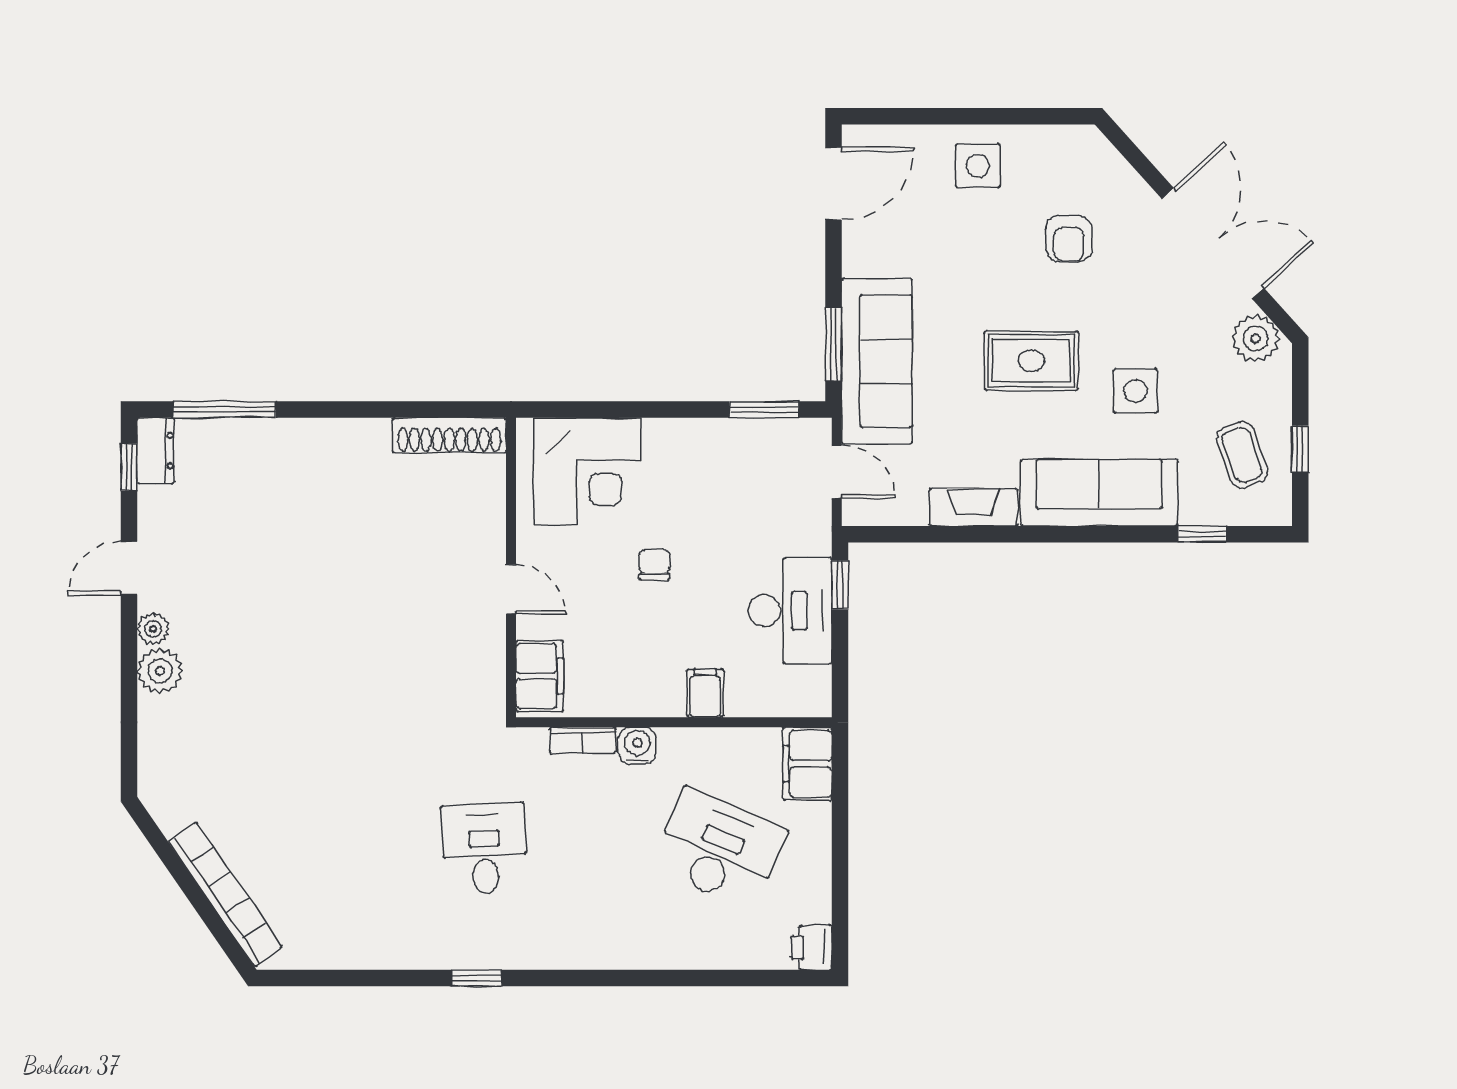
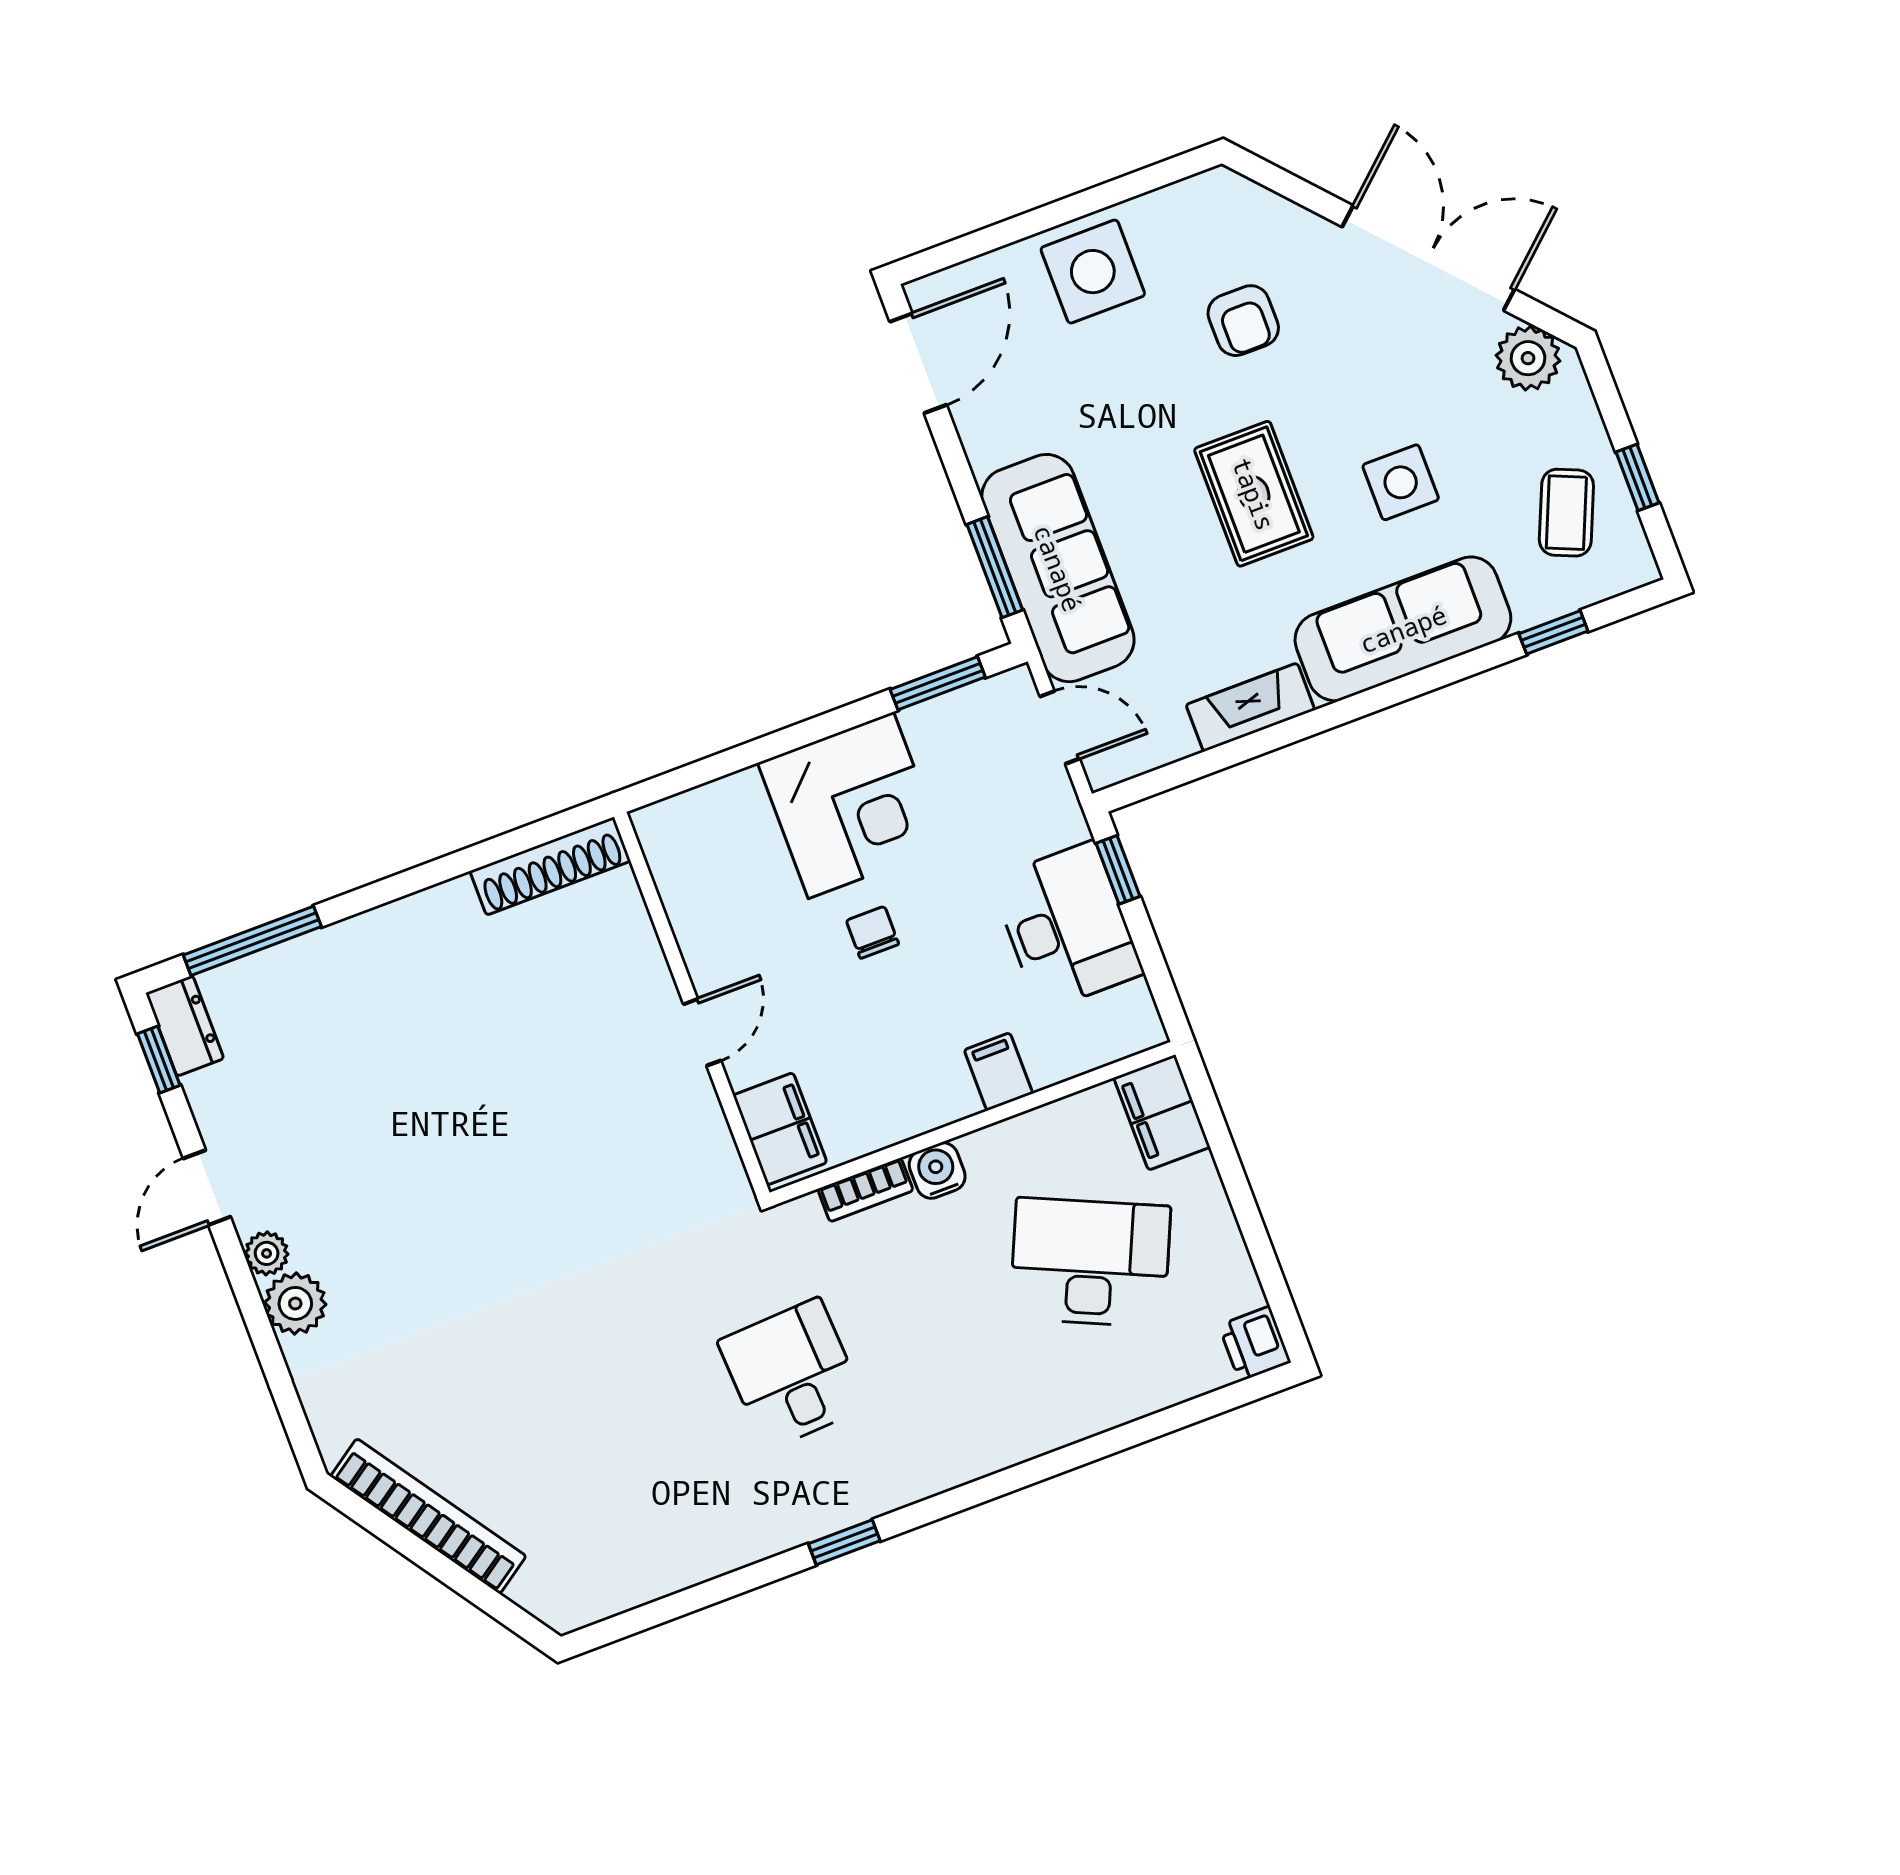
side table: (978, 166) -> (1093, 272), width x1.37, depth x1.37
rug: (1031, 361) -> (1254, 494), turned 90
coffee table: (1242, 455) -> (1566, 513), turned 43
corner desk: (587, 471) -> (851, 805), moved
door: (511, 589) -> (702, 1032), hinge flipped
bookcase: (226, 894) -> (428, 1516), moved

